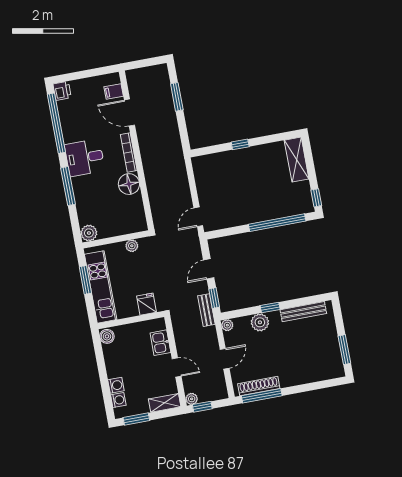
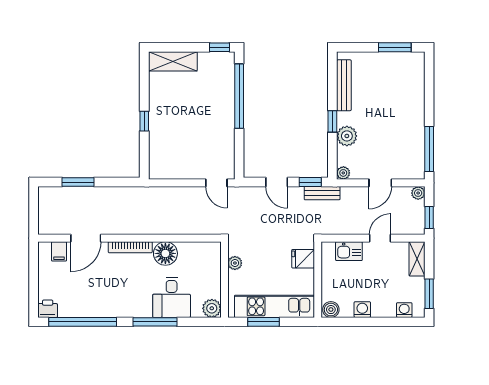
desk: (85, 158) -> (172, 297), moved
door: (225, 359) -> (380, 183), swing flipped
washing machine: (116, 385) -> (362, 310), moved
shoe rack: (259, 386) -> (418, 150), removed
plant: (192, 399) -> (418, 193), moved

